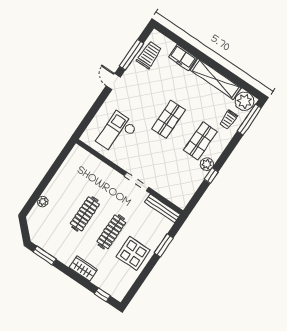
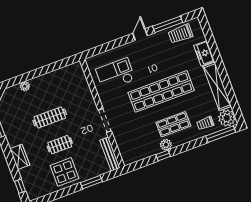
trolley: (149, 55) -> (181, 34), turned 180
shop shelf: (169, 119) -> (161, 91), width x2.00, depth x1.36
clothes rail: (111, 232) -> (60, 145), width x0.73

